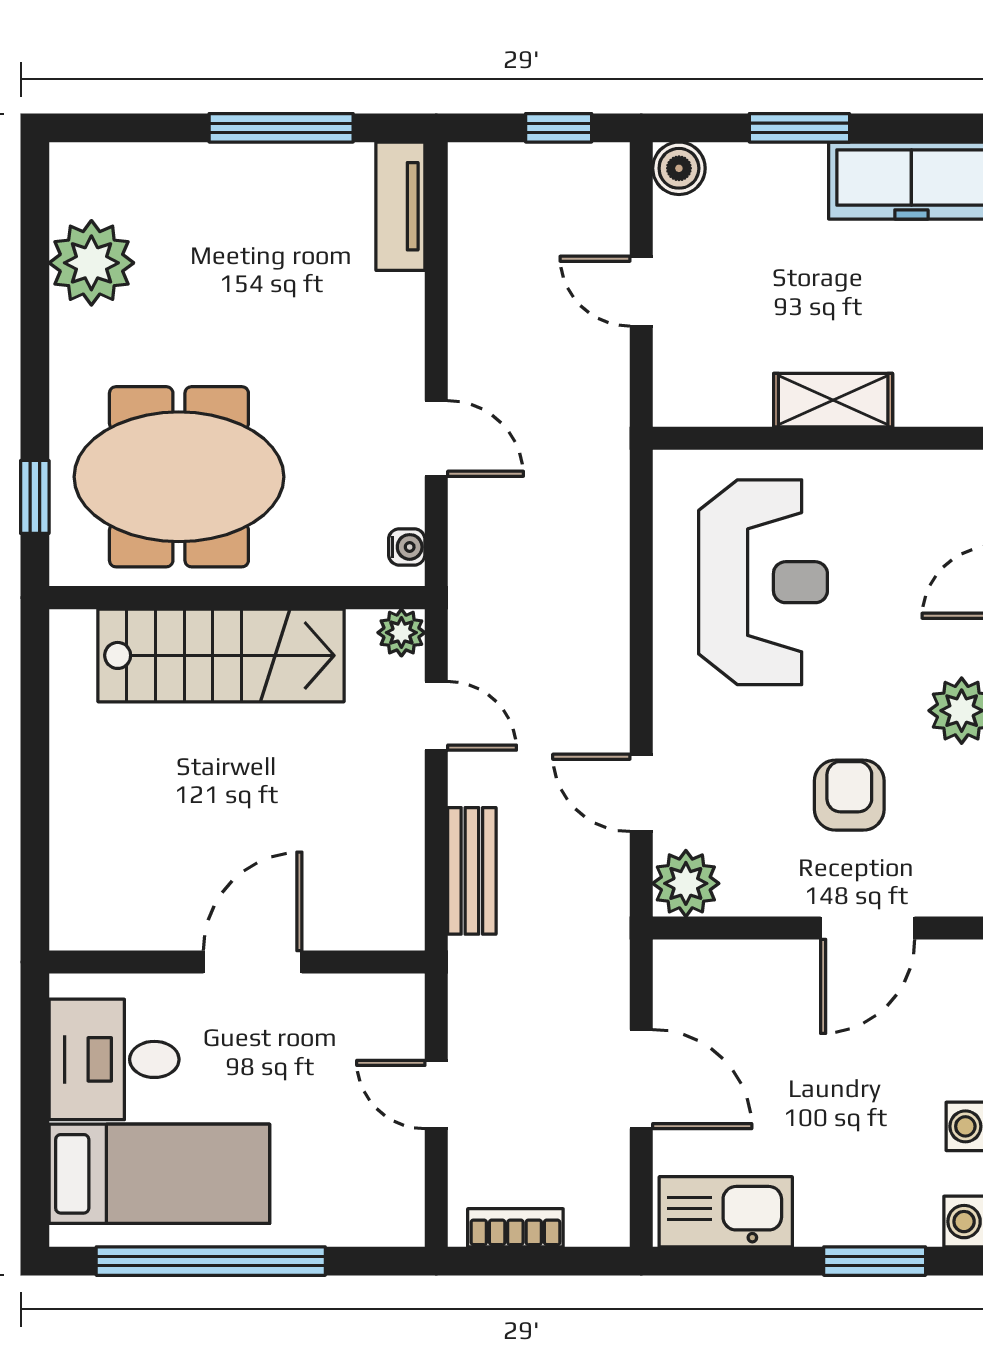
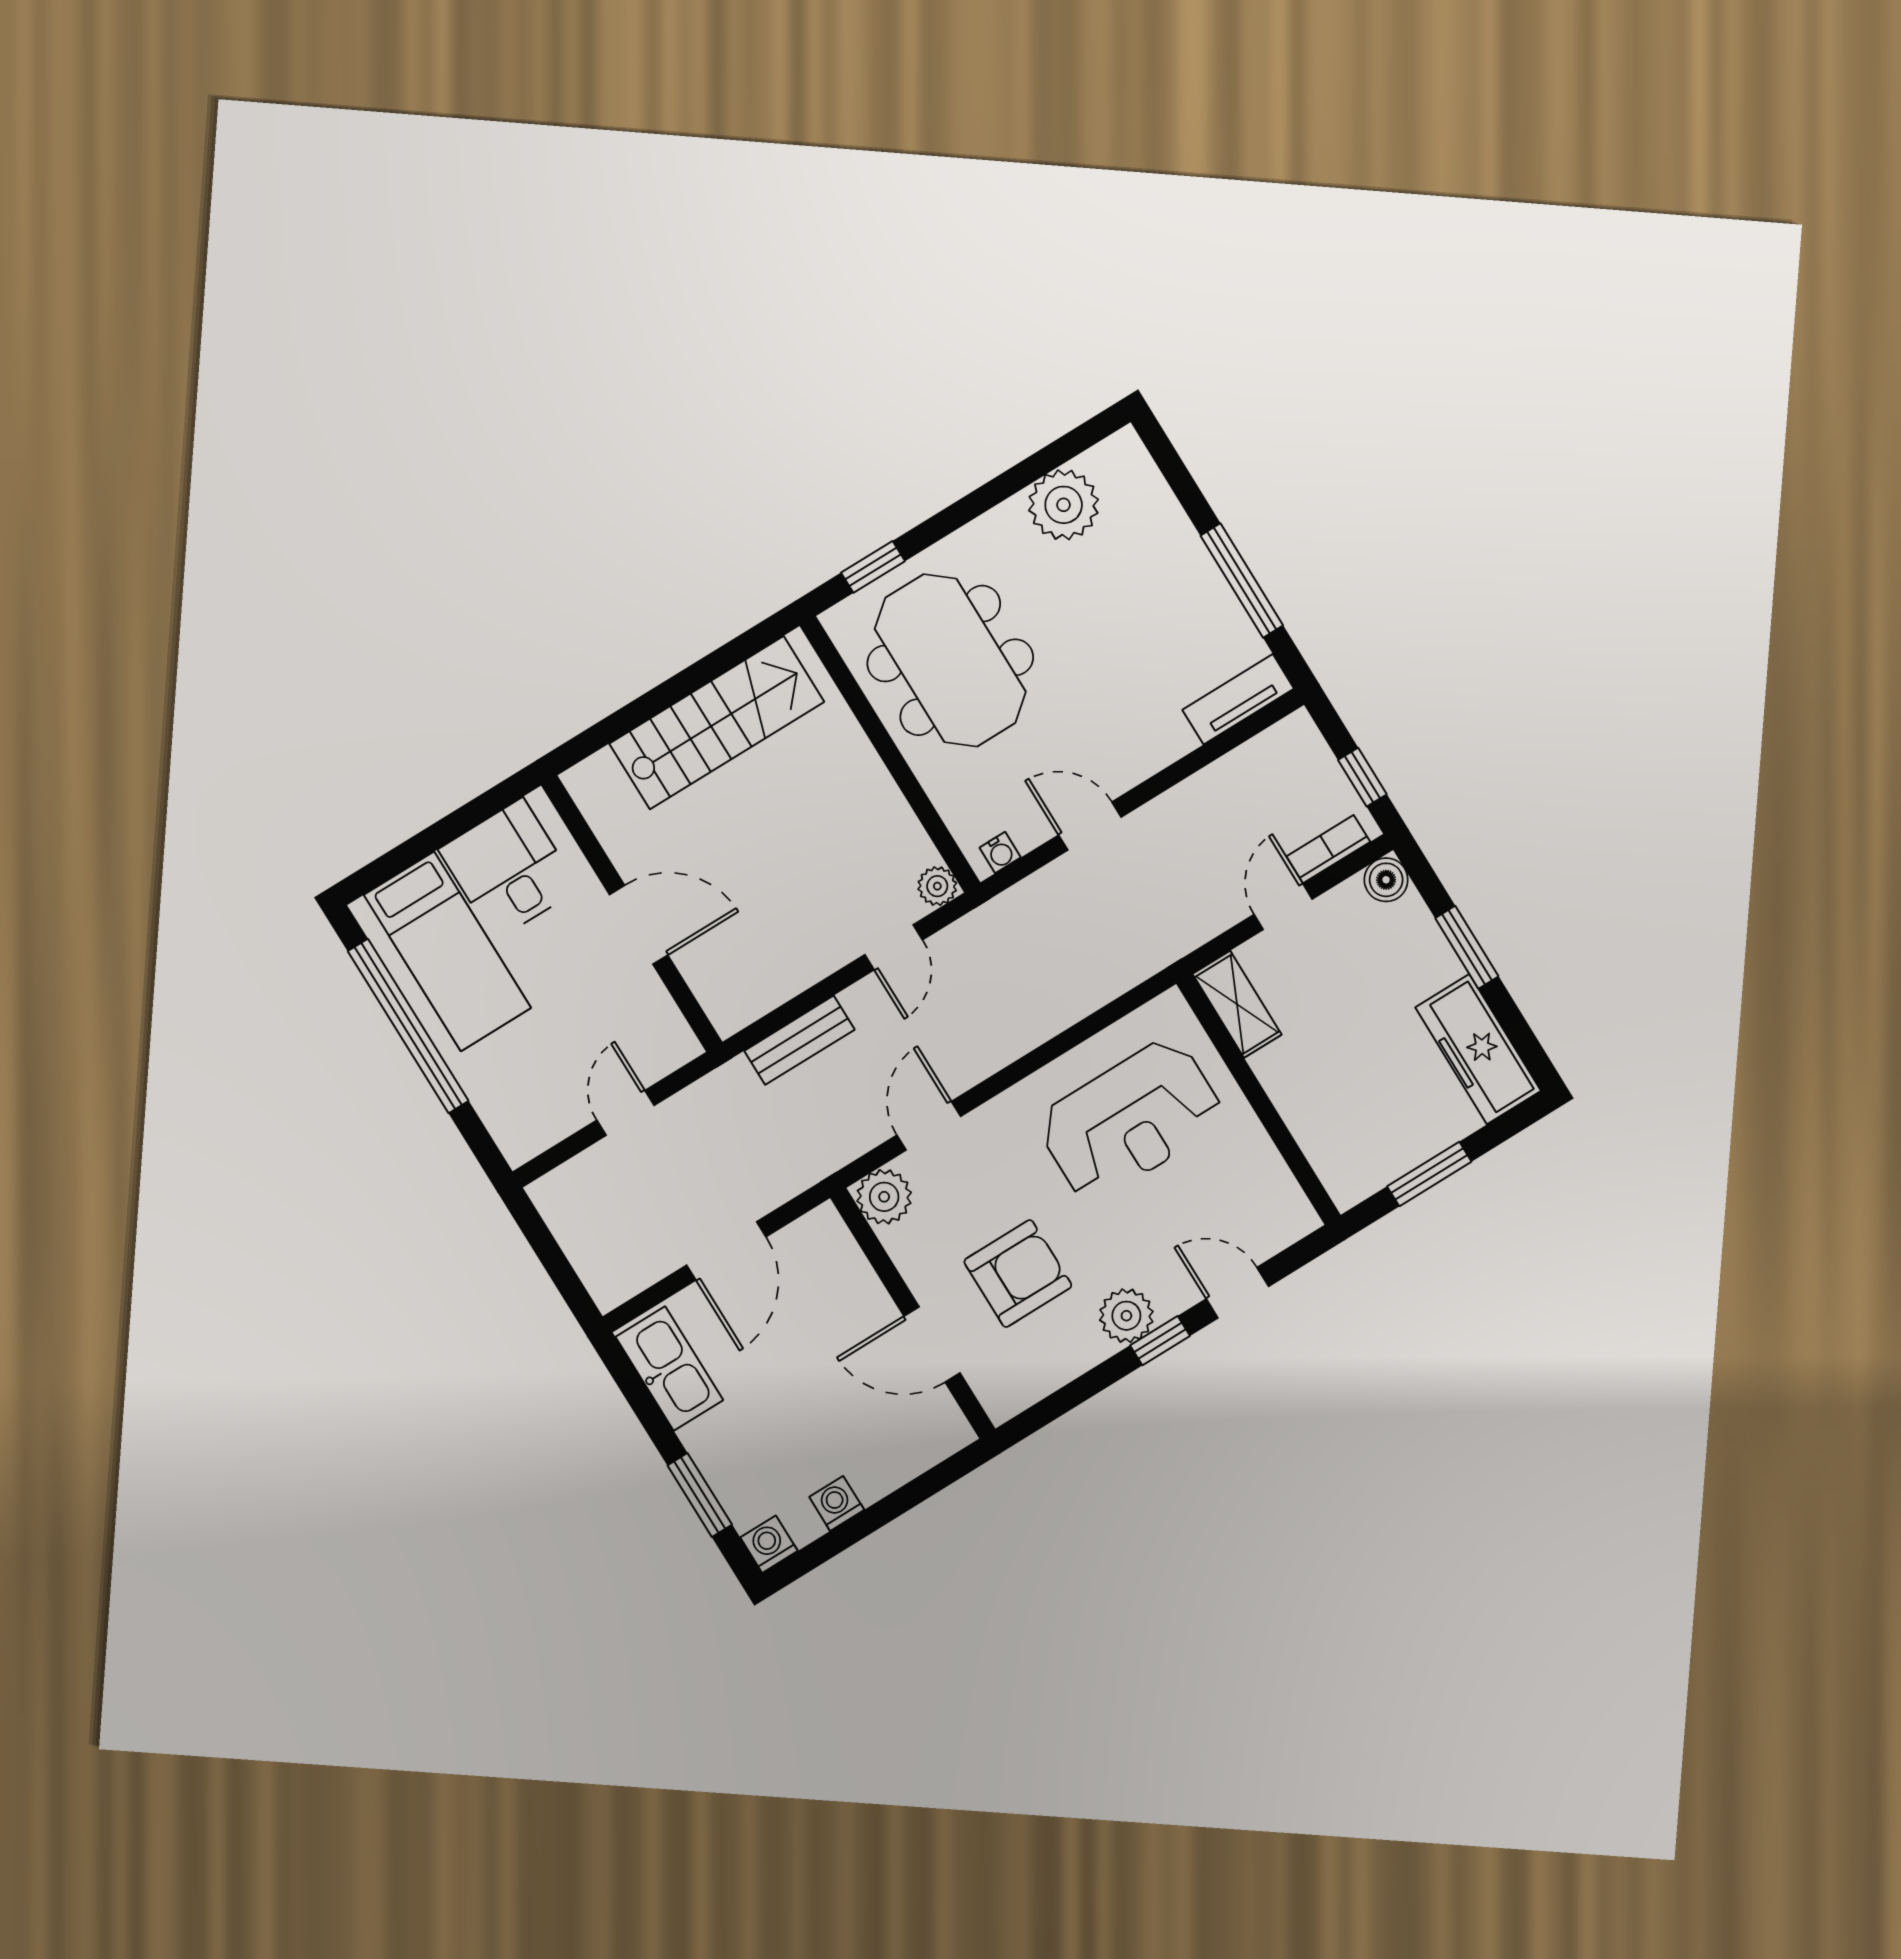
shelving: (833, 400) -> (1237, 1004), moved
door: (436, 438) -> (1090, 826), swing flipped
stairs: (221, 655) -> (717, 723), moved, turned -90
armchair: (849, 795) -> (1018, 1274), width x1.38, depth x1.38
bookcase: (515, 1228) -> (1328, 849), moved, turned -90

